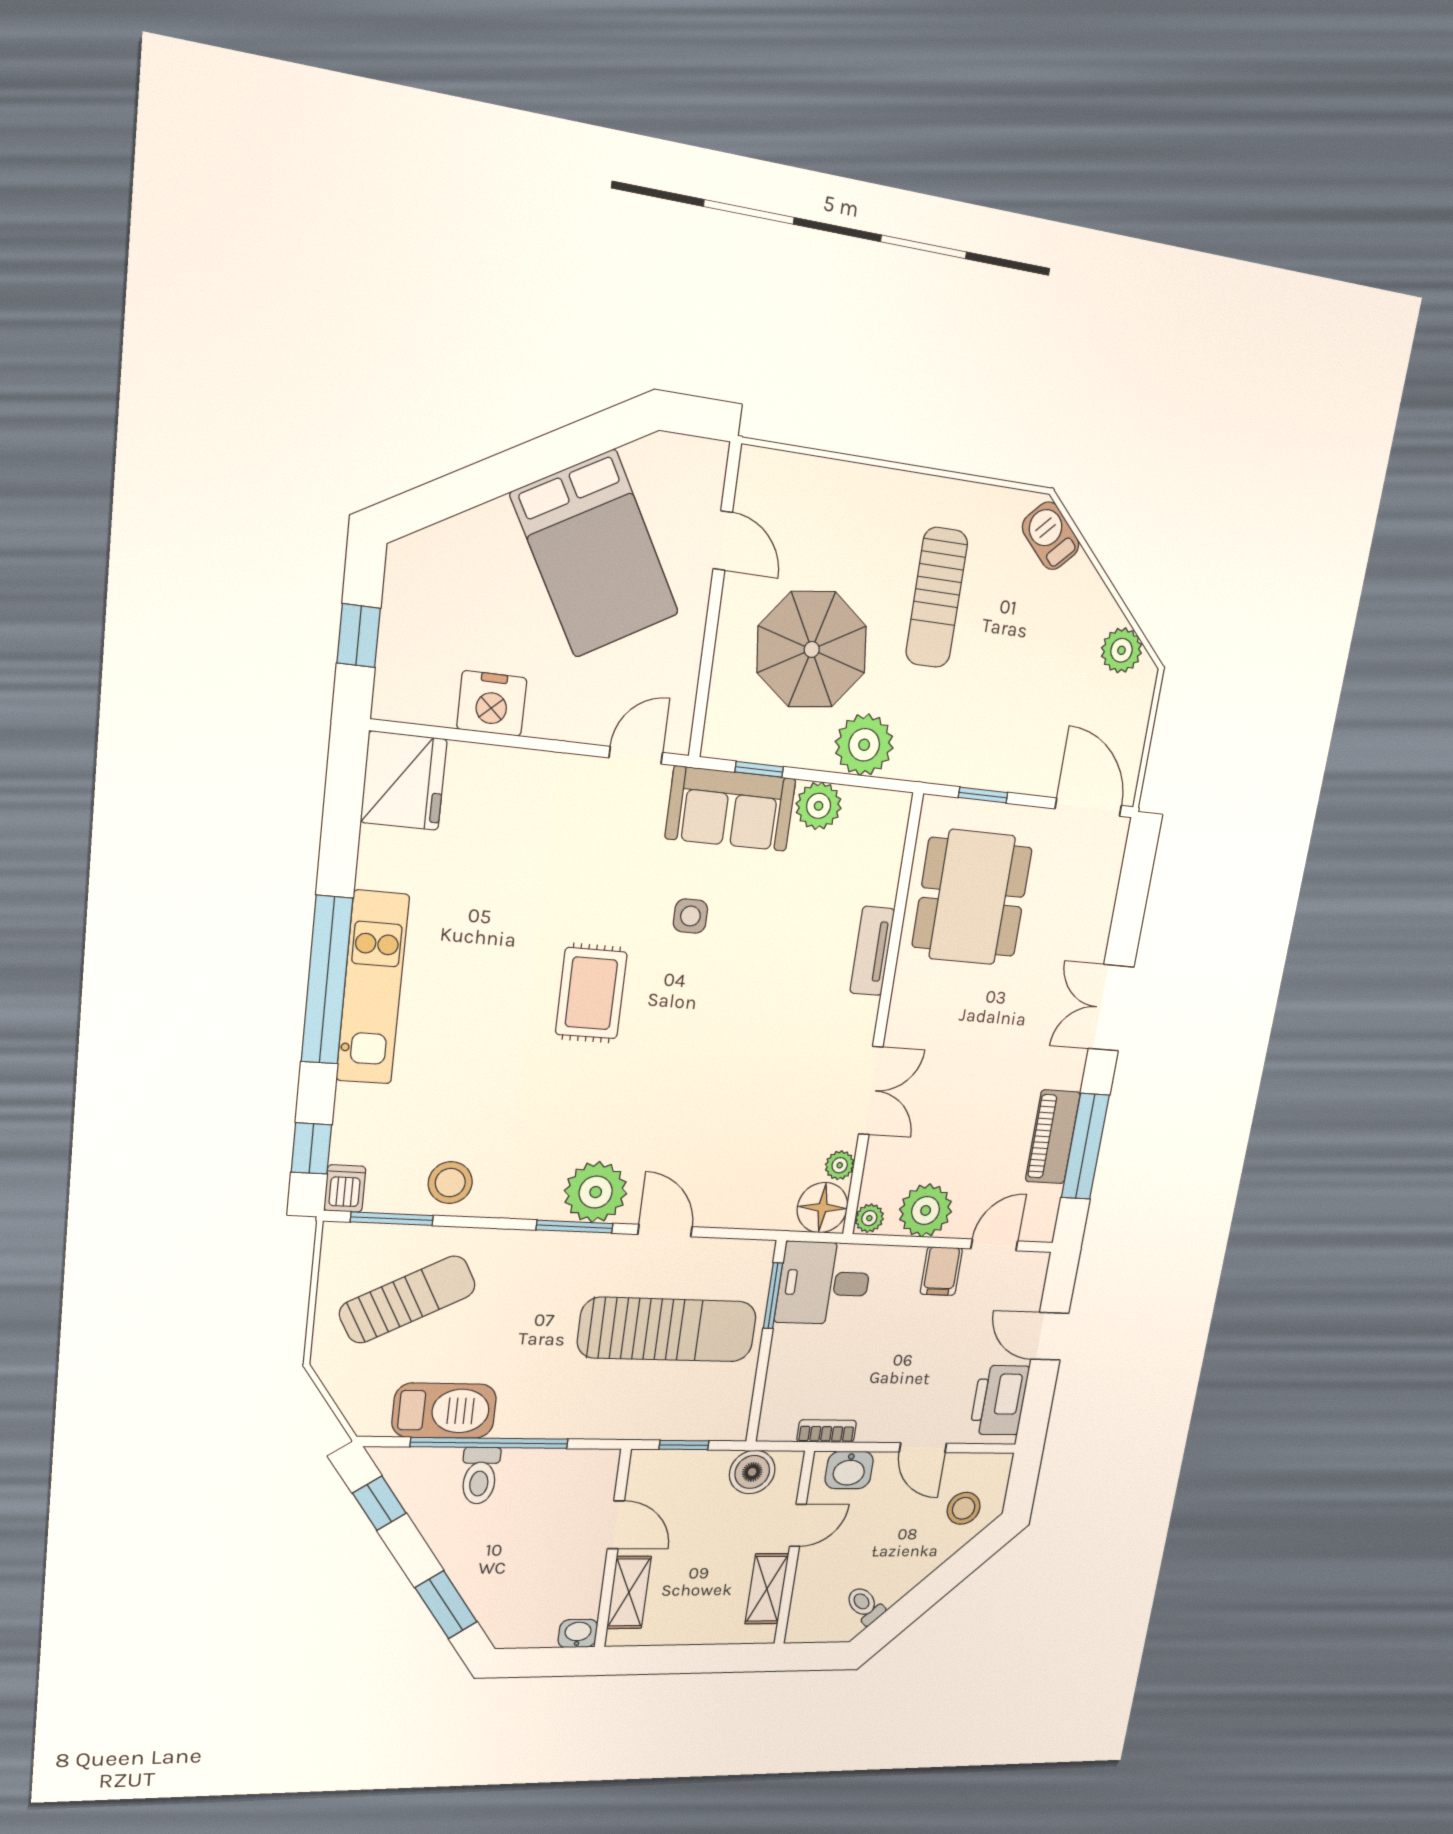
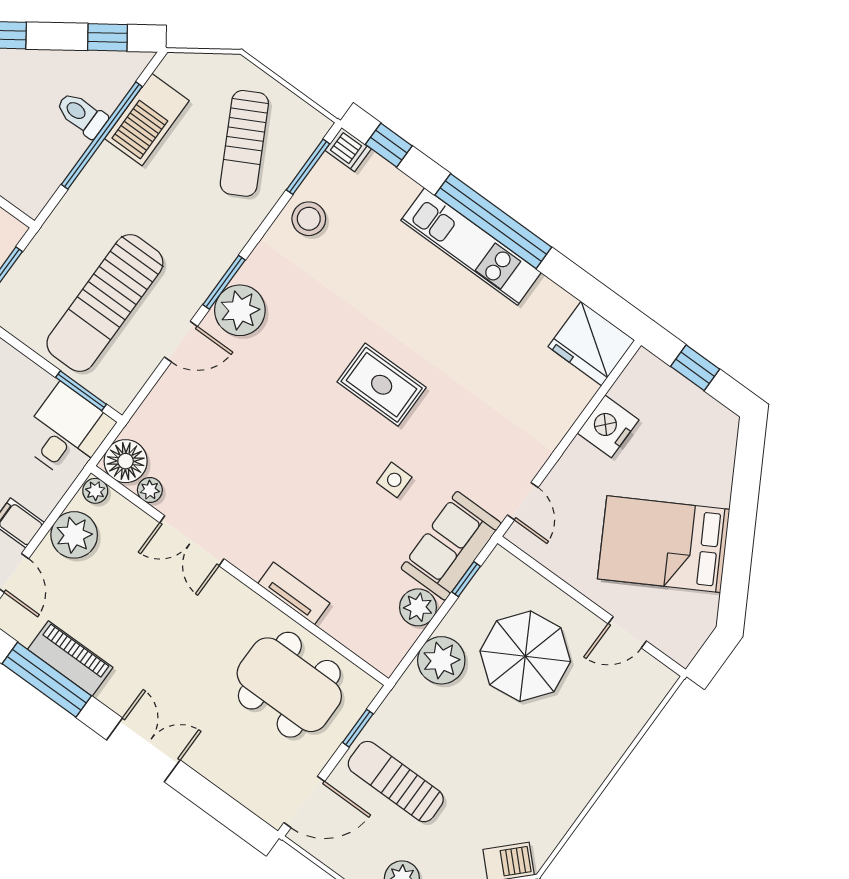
sun lounger: (937, 598) -> (396, 782), moved

